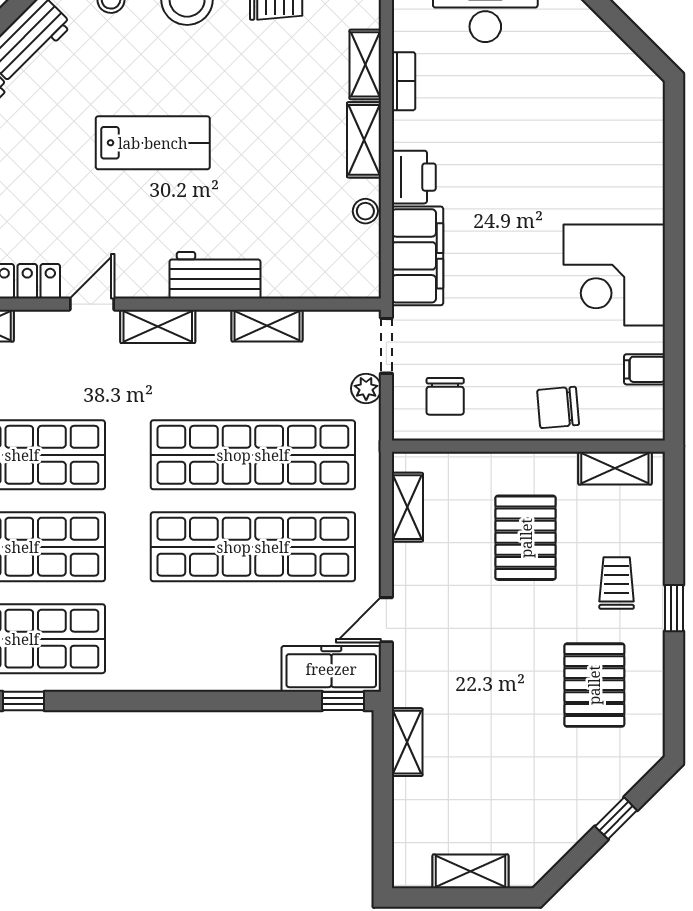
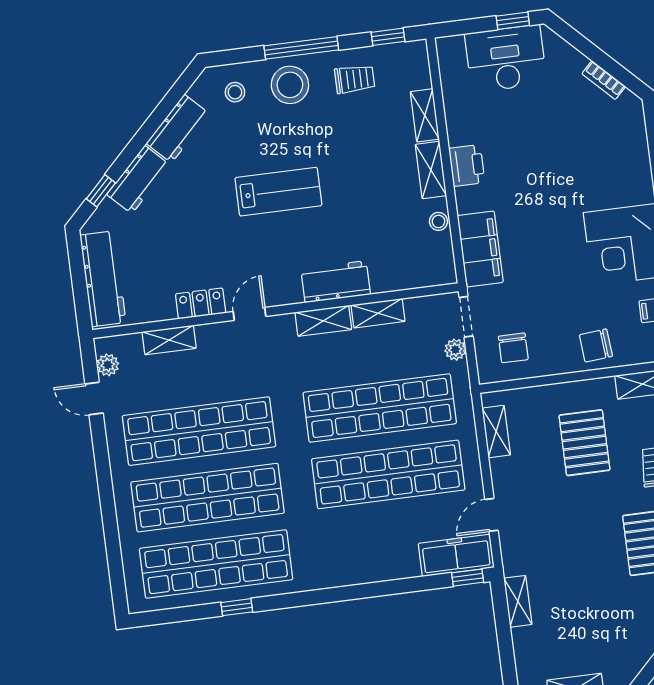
bookcase: (404, 81) -> (604, 80), moved, turned 135
printer: (414, 177) -> (467, 165), moved
shelving: (158, 326) -> (323, 321), moved

